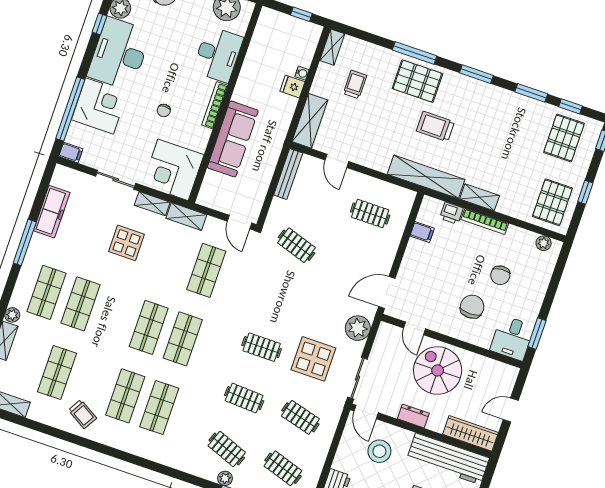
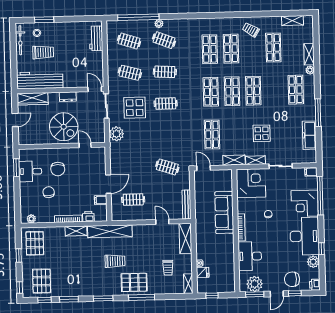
fridge: (292, 87) -> (203, 272), moved
door: (387, 292) -> (108, 184), moved
shop shelf: (81, 304) -> (253, 91), moved
desk: (512, 338) -> (30, 171), moved, turned -90
stool: (379, 451) -> (79, 70), removed

